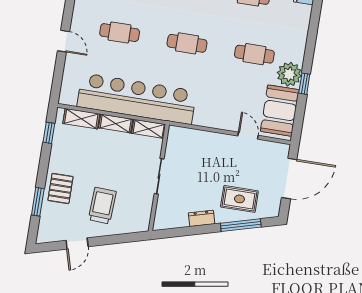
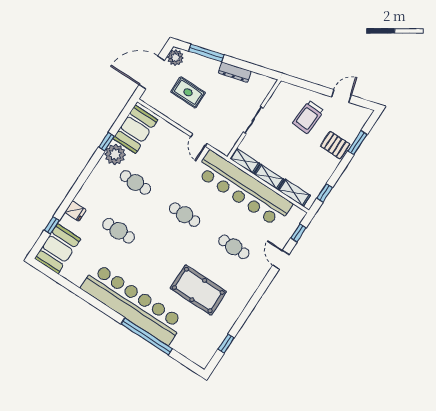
window: (58, 78) -> (298, 233), added
door: (248, 136) -> (199, 140), moved
pallet: (60, 188) -> (335, 145), turned 90
rug: (239, 199) -> (188, 92), moved
plant: (271, 206) -> (175, 58), added
dresser: (202, 218) -> (235, 72), width x1.44

